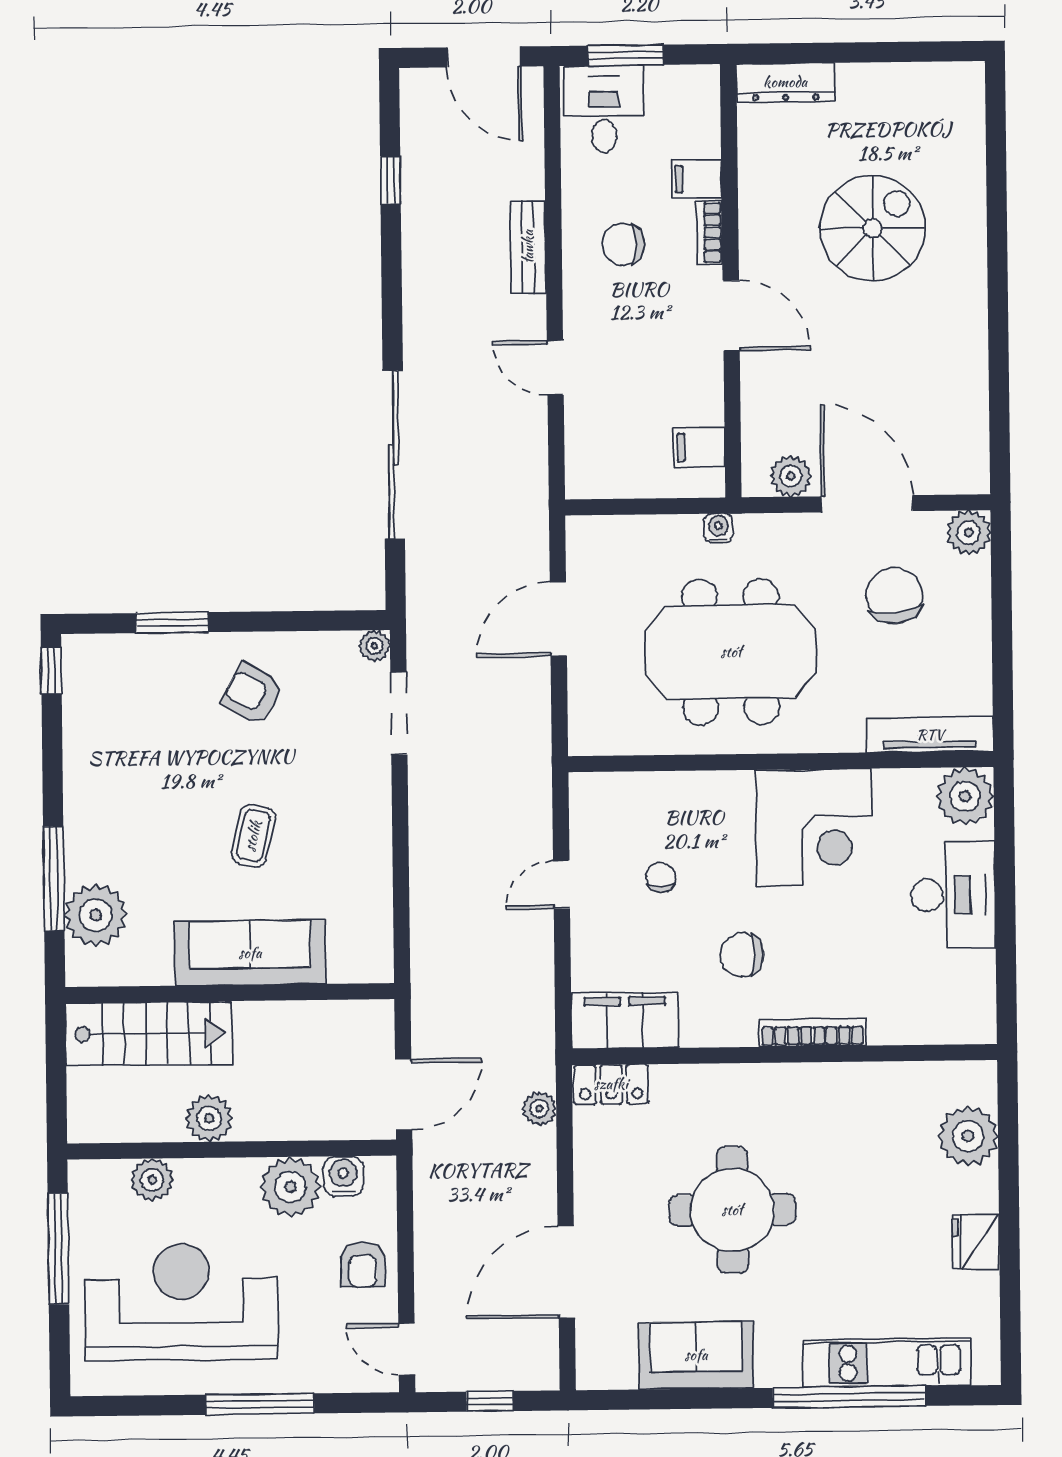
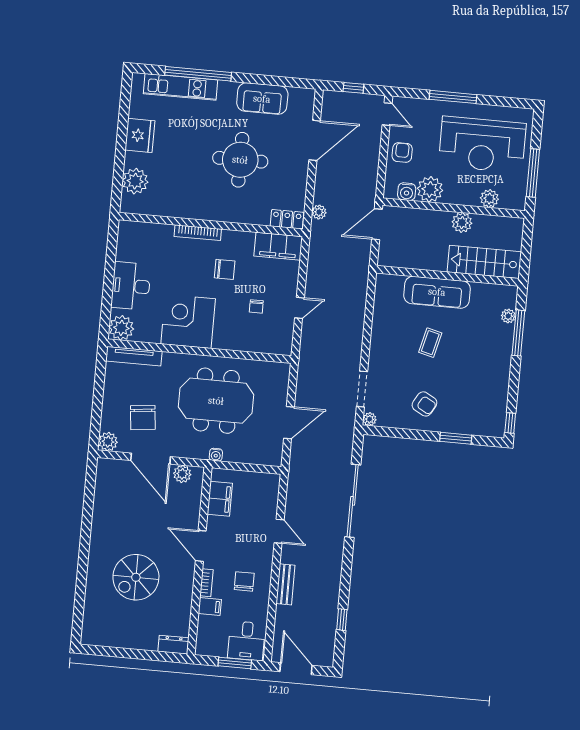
dresser: (785, 82) -> (173, 645), width x0.70
chair: (623, 244) -> (244, 581), turned -90
filing cabinet: (699, 447) -> (220, 499), width x2.00
plant: (96, 915) -> (508, 316), width x0.53, depth x0.53
fridge: (976, 1242) -> (140, 135), width x1.36, depth x1.34

